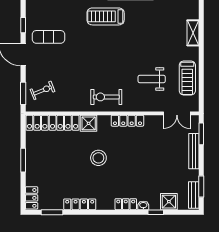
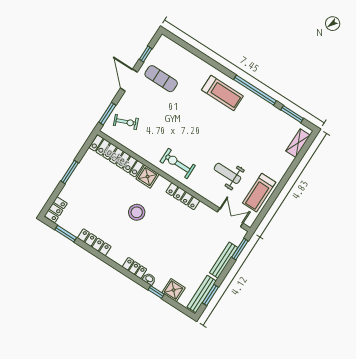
treadmill: (106, 16) -> (222, 93), turned 180
shelving: (193, 33) -> (298, 143), moved
double door: (177, 113) -> (230, 218), swing flipped
bench: (194, 195) -> (202, 294), width x1.36

